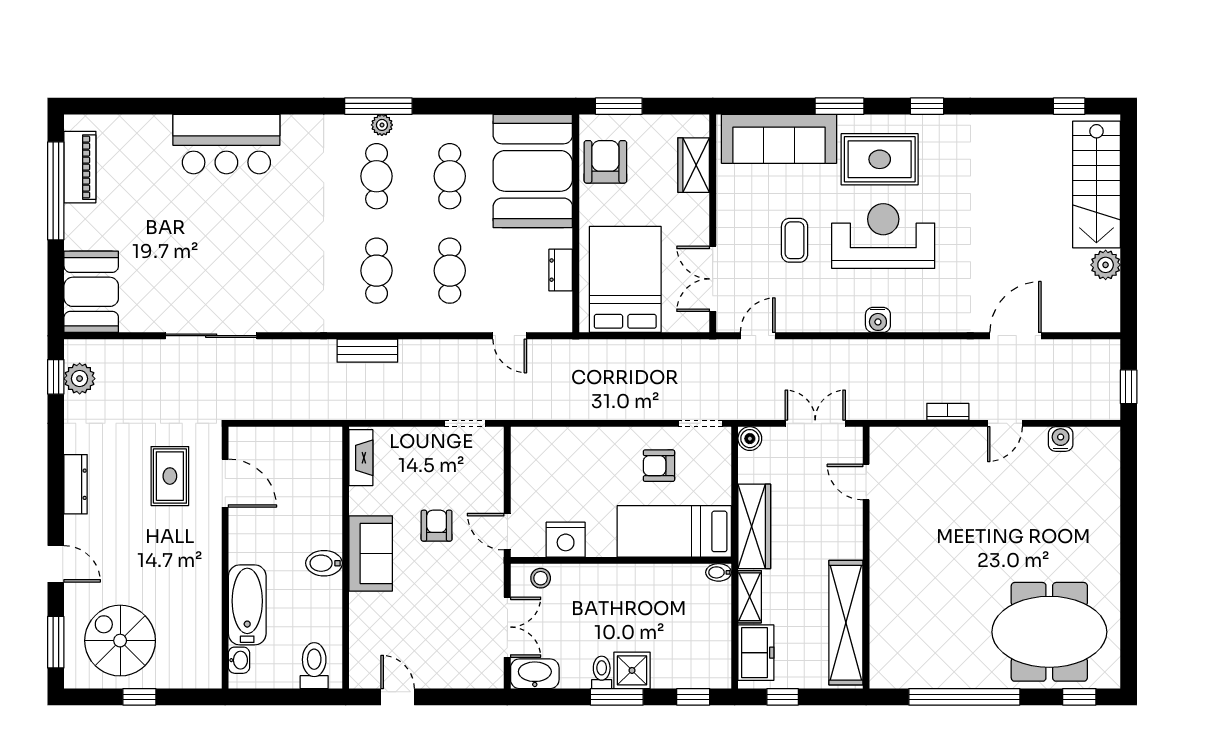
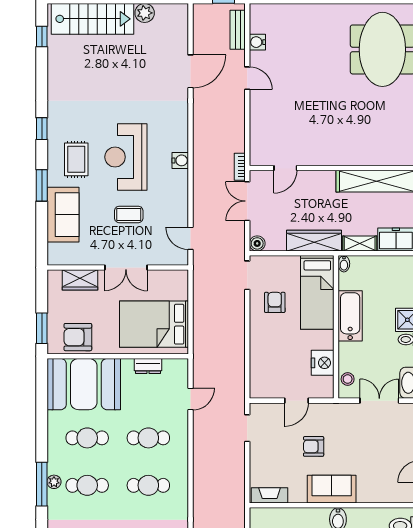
sofa: (779, 139) -> (63, 215), width x0.73
rug: (880, 159) -> (76, 159), width x0.73, depth x0.70
double door: (713, 279) -> (126, 267), moved
door: (1015, 336) -> (191, 71), swing flipped
bench: (367, 351) -> (238, 30), moved
bookcase: (948, 412) -> (240, 167), moved
armchair: (659, 466) -> (275, 302), turned 180
door: (507, 532) -> (296, 401), moved
bathtub: (638, 582) -> (350, 316), added

